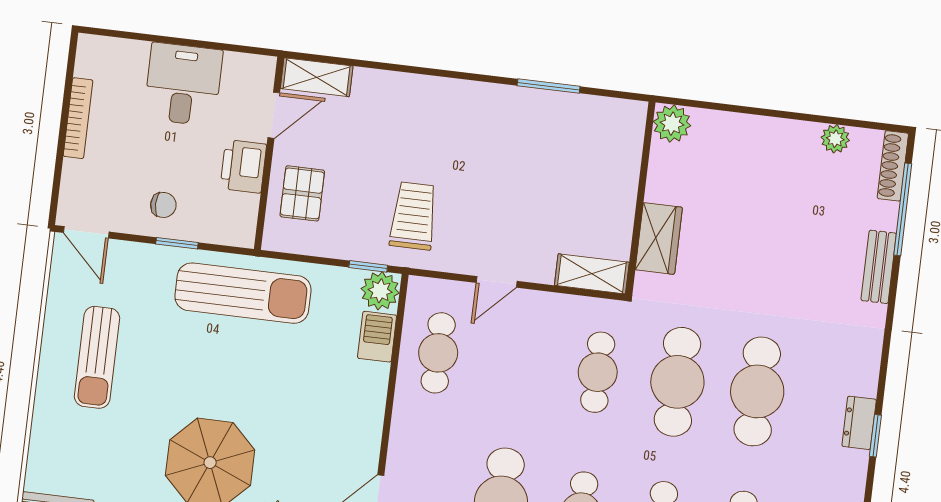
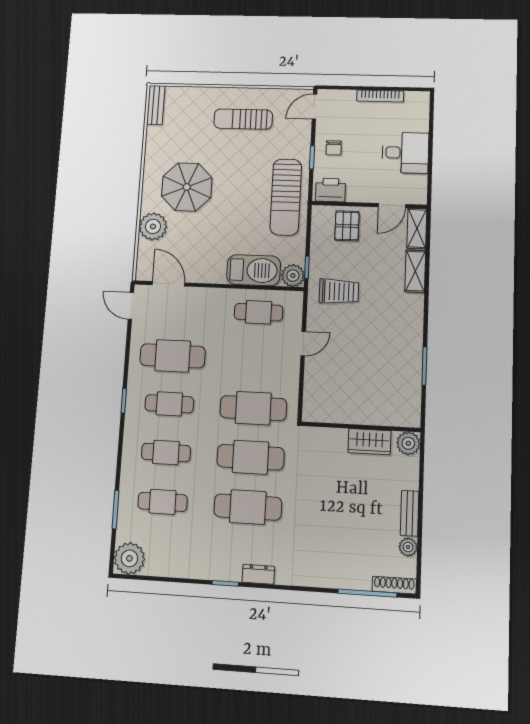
door: (274, 115) -> (392, 206), hinge flipped
printer: (243, 166) -> (331, 190), moved
pallet: (302, 193) -> (347, 226), turned 90
wardrobe: (659, 239) -> (369, 442), moved
bench: (879, 267) -> (410, 513), moved, turned 90
shelving: (592, 274) -> (415, 271), moved
door: (497, 282) -> (303, 344), swing flipped
barbecue: (377, 337) -> (254, 270), width x1.88, depth x1.53
cafe table: (598, 372) -> (253, 408), width x1.37, depth x1.35
dresser: (859, 423) -> (258, 574), moved

